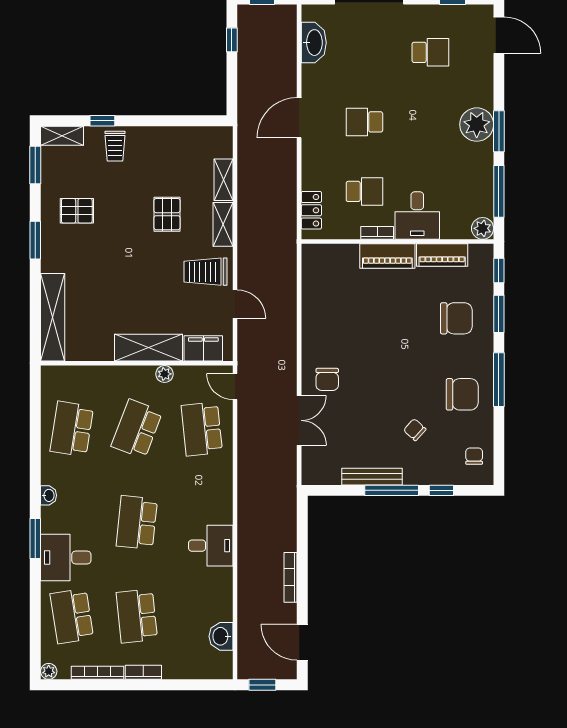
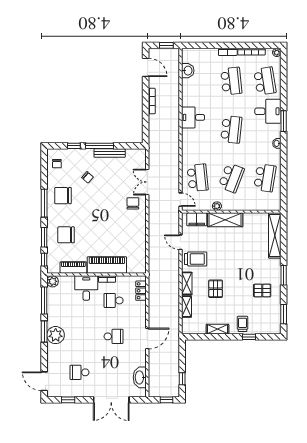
shelving: (62, 136) -> (217, 329), moved
piano: (387, 256) -> (107, 265), width x1.37, depth x1.33

